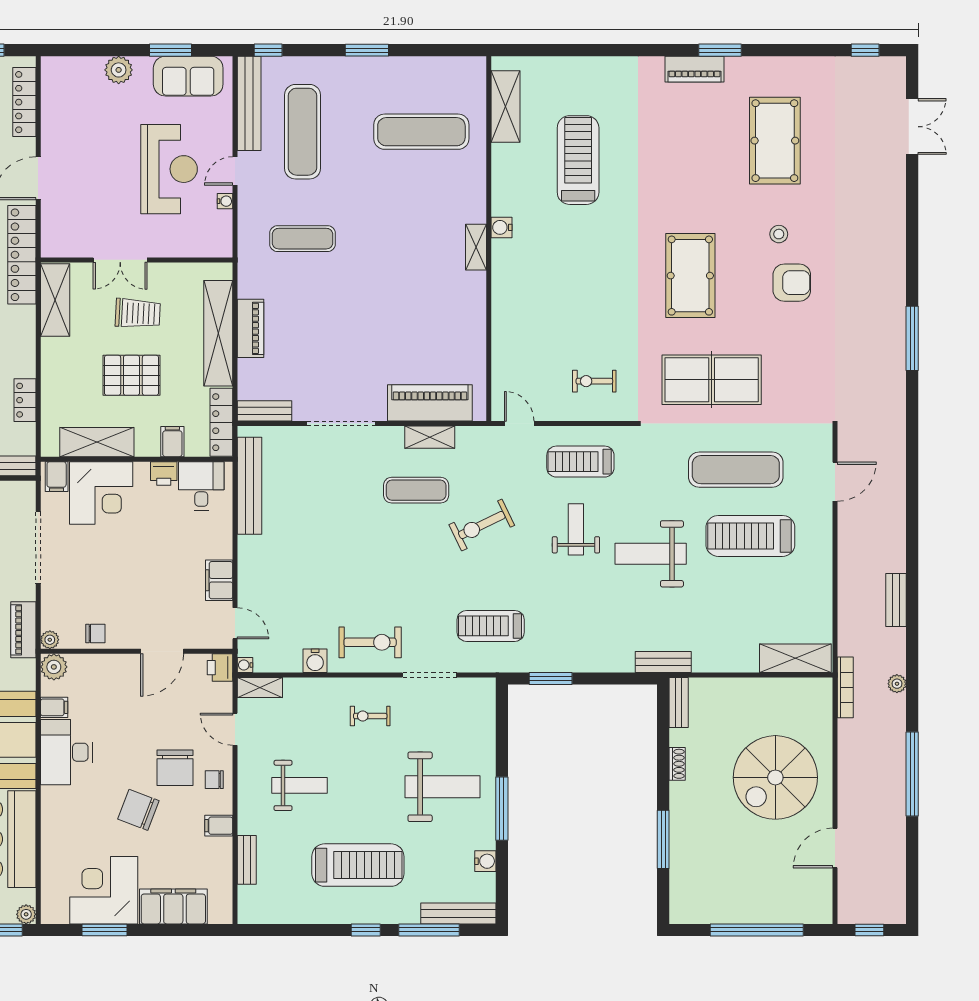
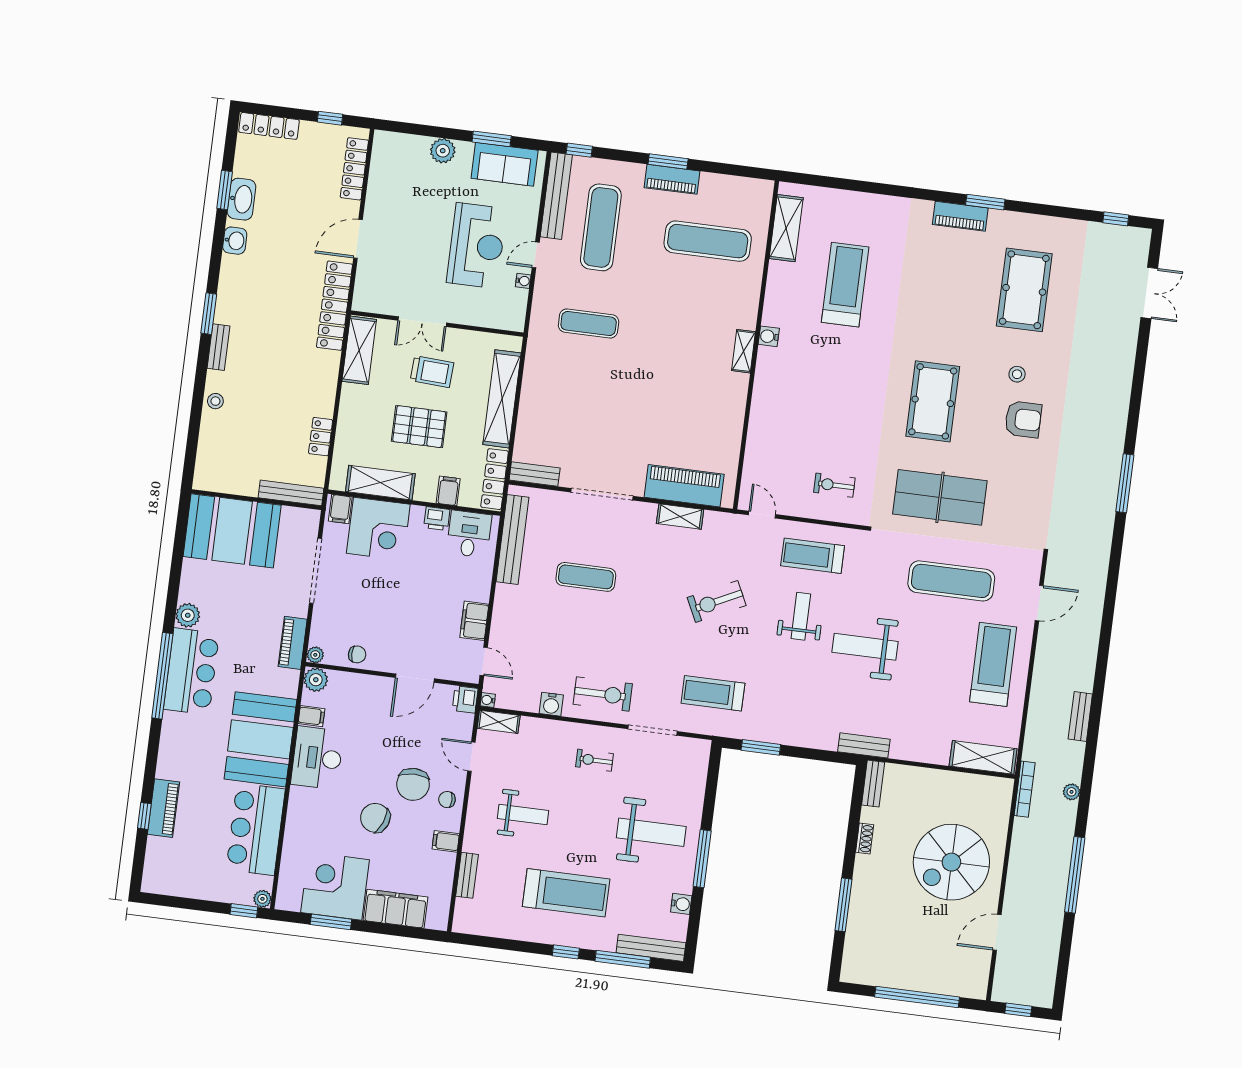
piano: (251, 328) -> (672, 179), moved, turned 90
exercise mat: (416, 490) -> (586, 577), moved
treadmill: (750, 536) -> (993, 664), moved, turned 90

